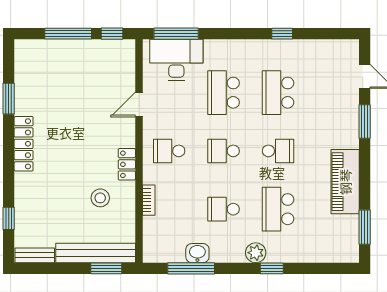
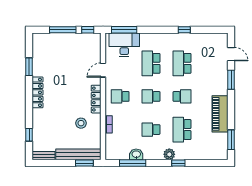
locker: (127, 164) -> (96, 99), width x1.53

